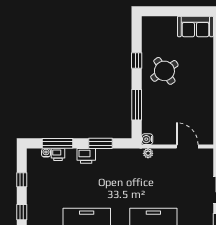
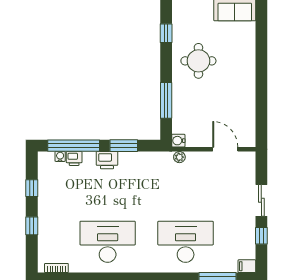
window: (137, 60) -> (166, 33), moved
round table: (164, 71) -> (198, 61), turned 34
window: (58, 143) -> (74, 146), width x1.46

